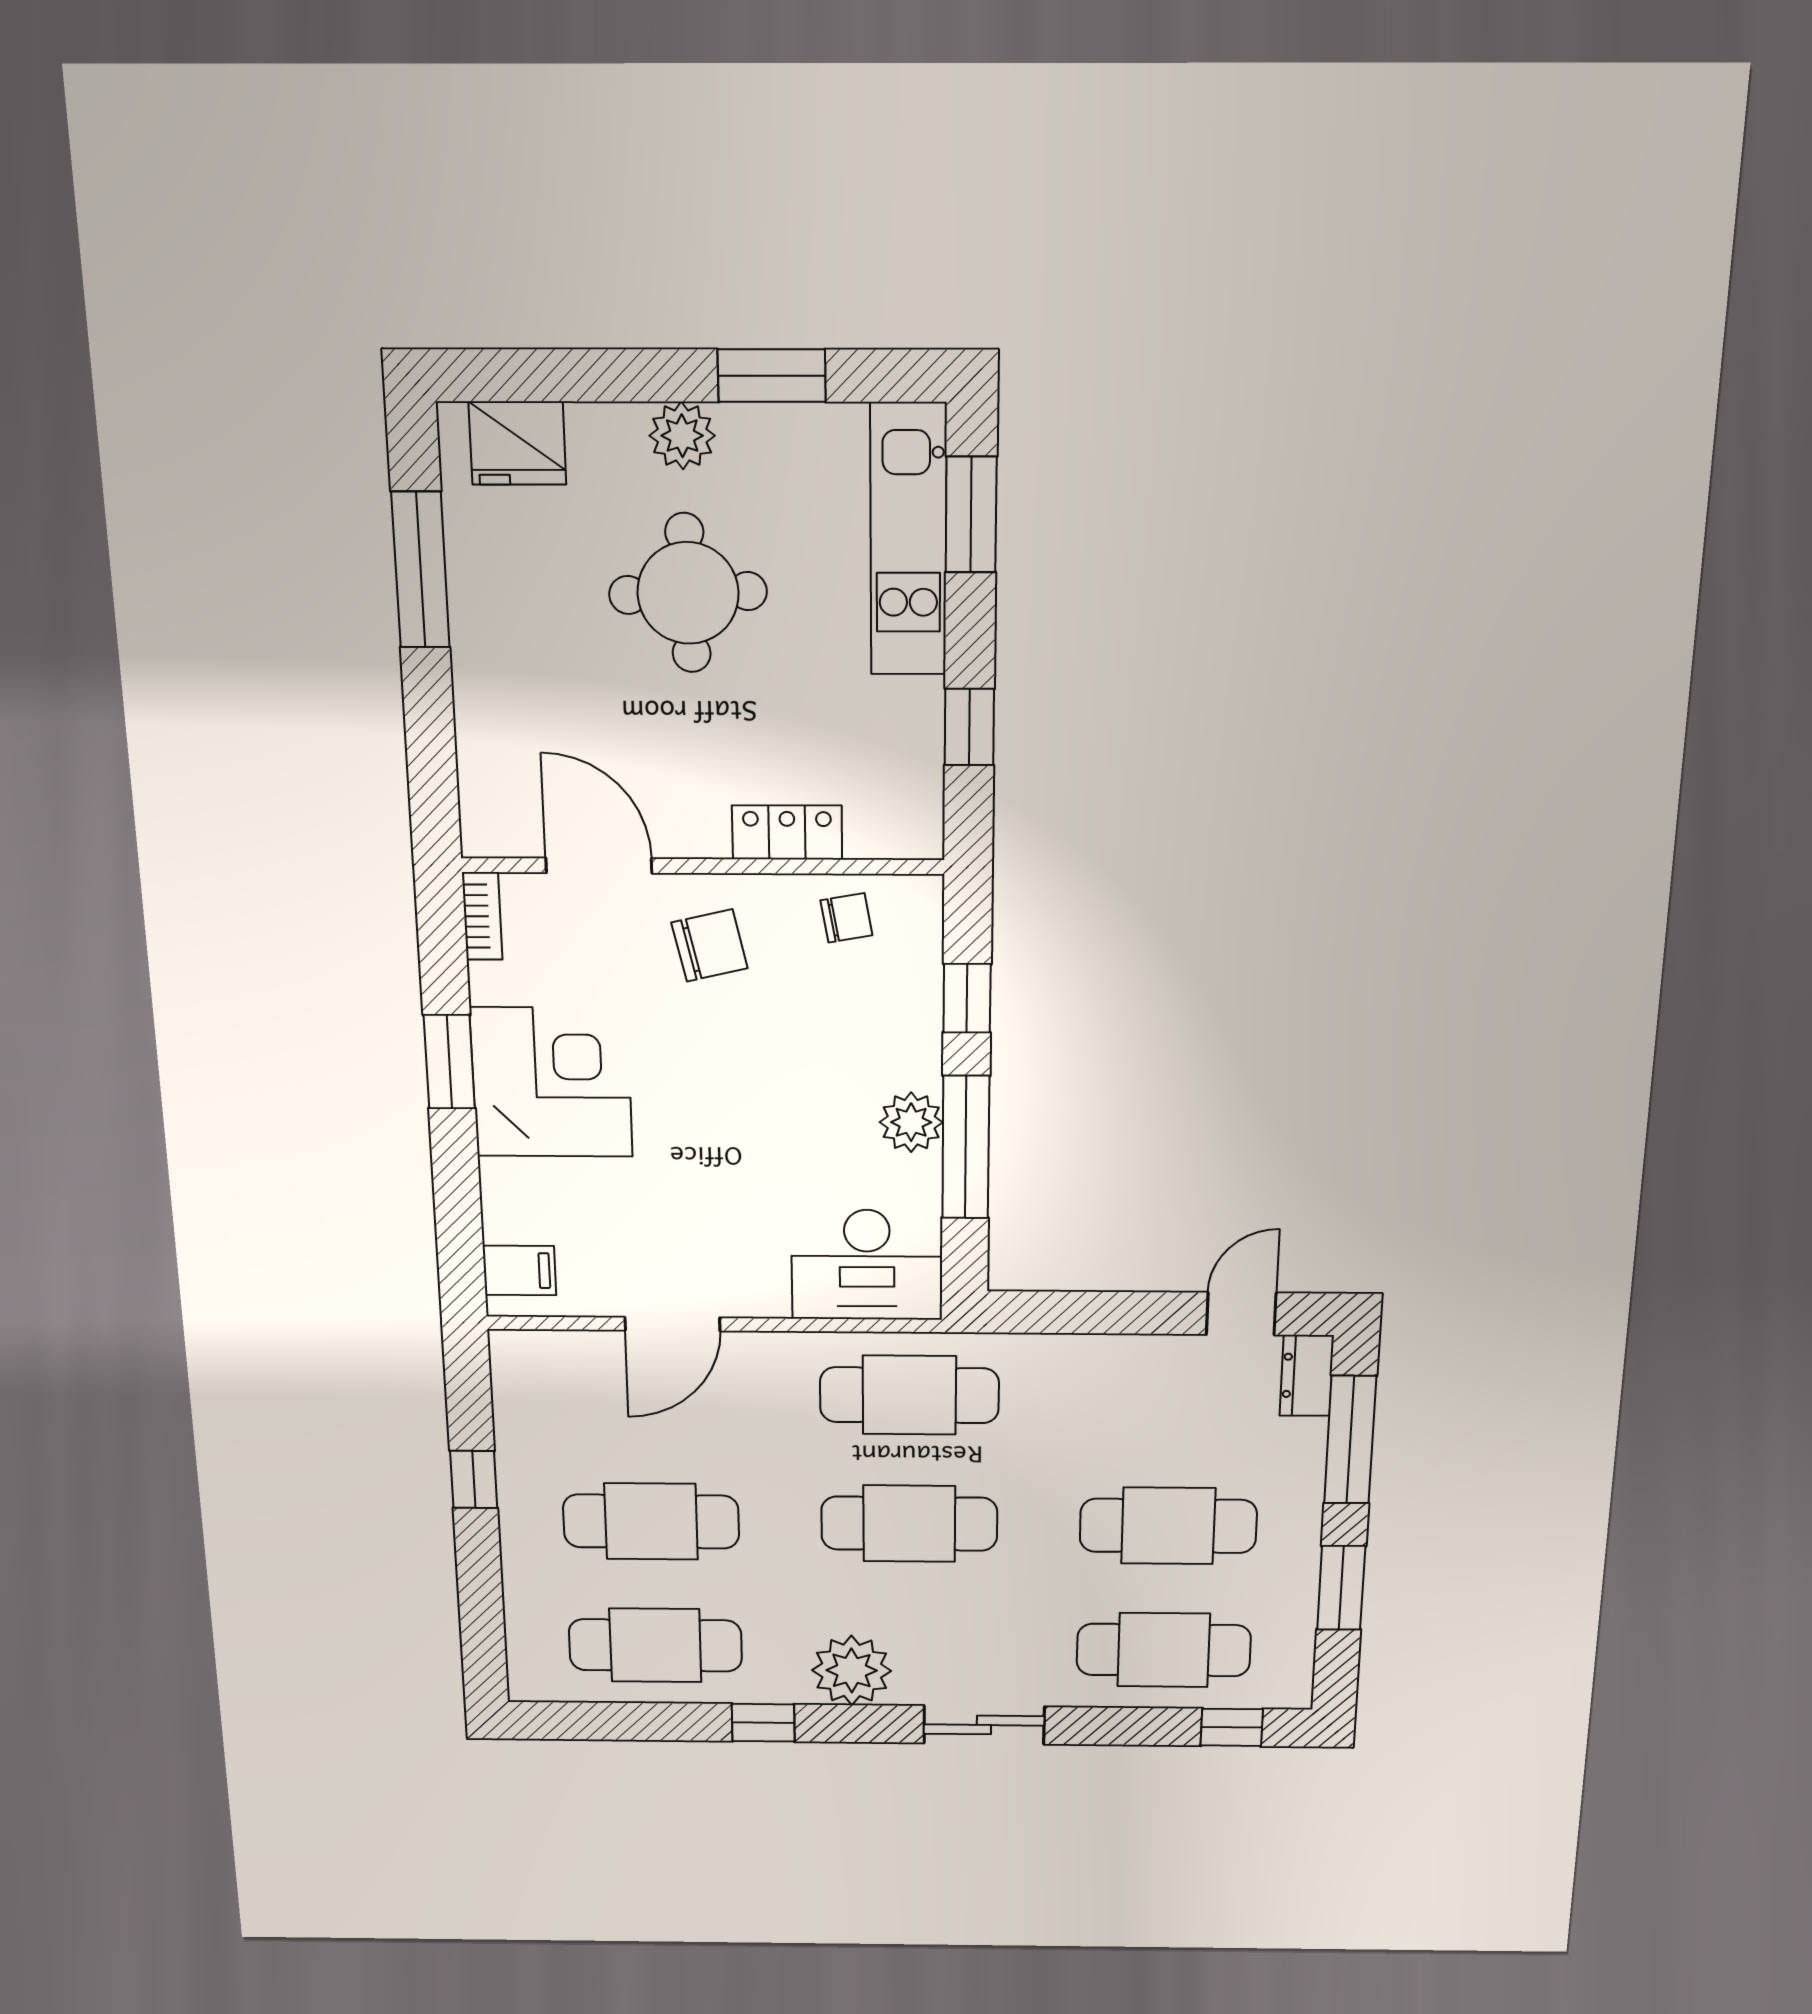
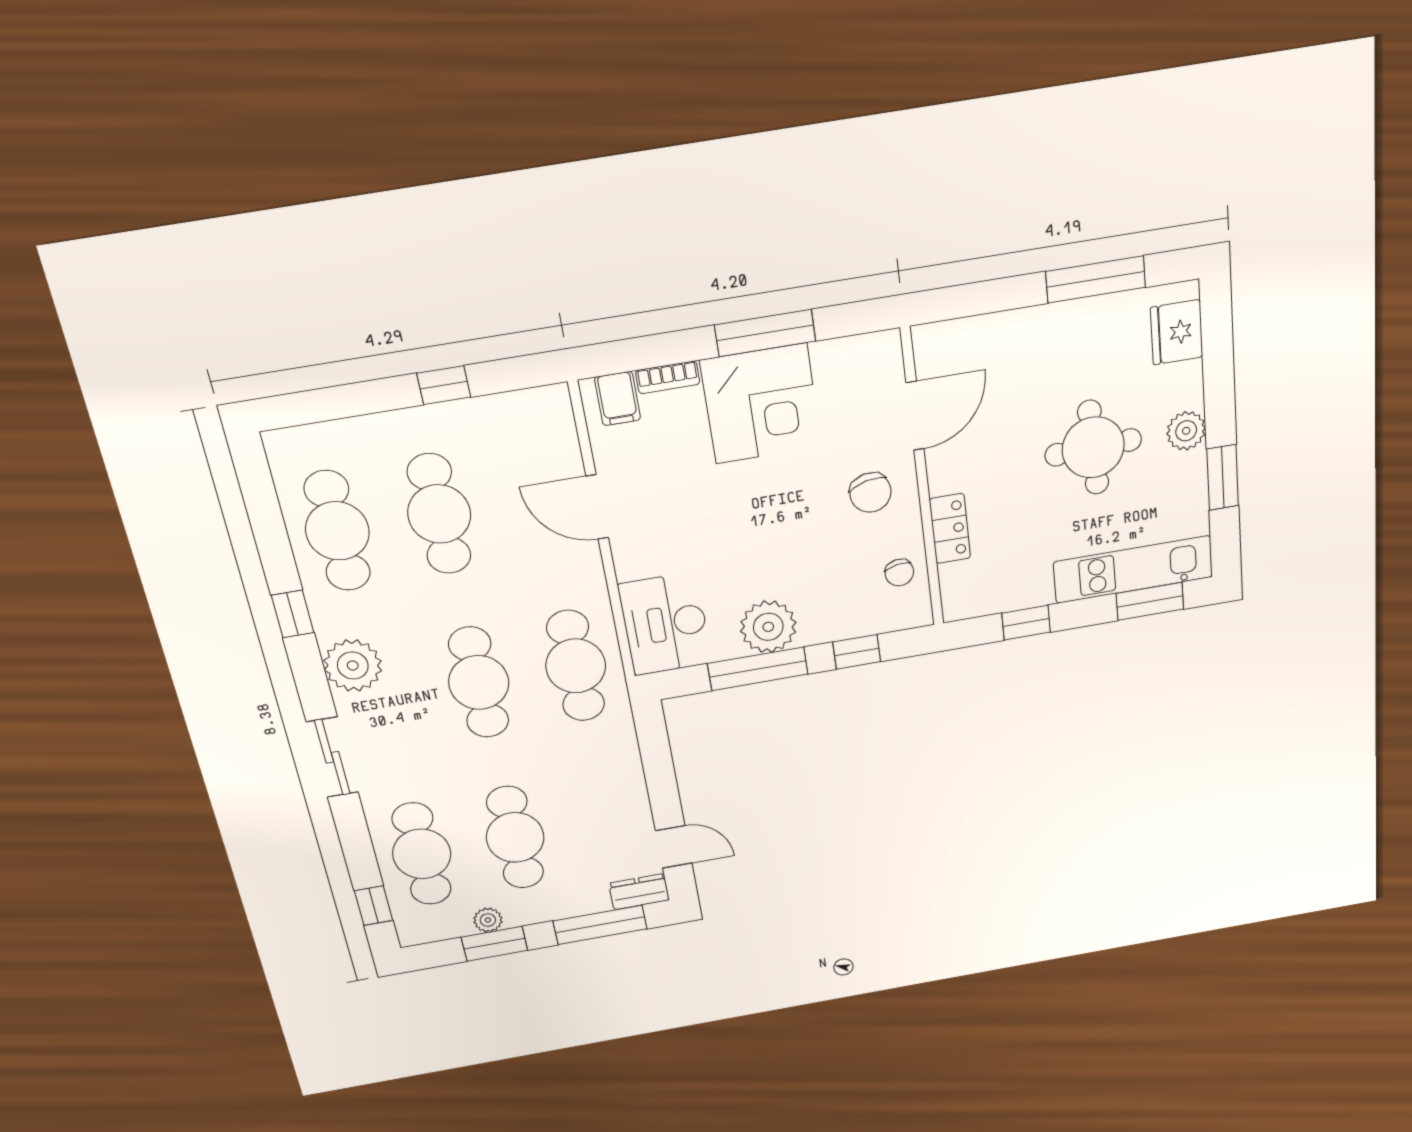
bookcase: (482, 916) -> (668, 377), moved
window: (449, 1062) -> (765, 333), width x1.44
plant: (911, 1122) -> (768, 627), width x1.36, depth x1.36
plant: (1298, 1588) -> (488, 920), added

